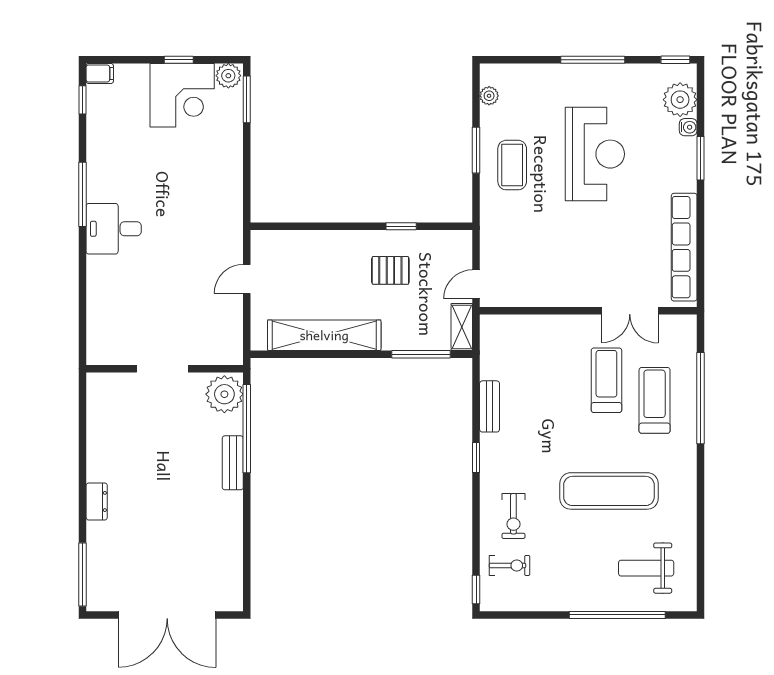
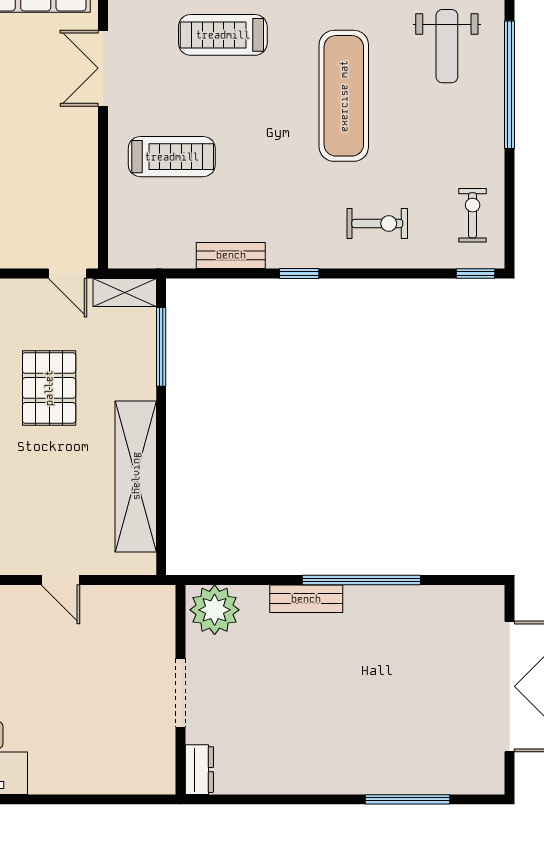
pallet: (390, 270) -> (49, 388), width x1.50, depth x1.42
double door: (630, 311) -> (103, 68), swing flipped
treadmill: (606, 380) -> (172, 157), moved, turned 180
window: (247, 429) -> (361, 580), moved
dresser: (97, 502) -> (199, 770), moved, turned 90
exercise bike: (509, 565) -> (473, 215), moved
window: (83, 575) -> (408, 799), moved

